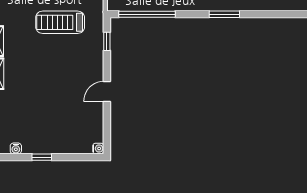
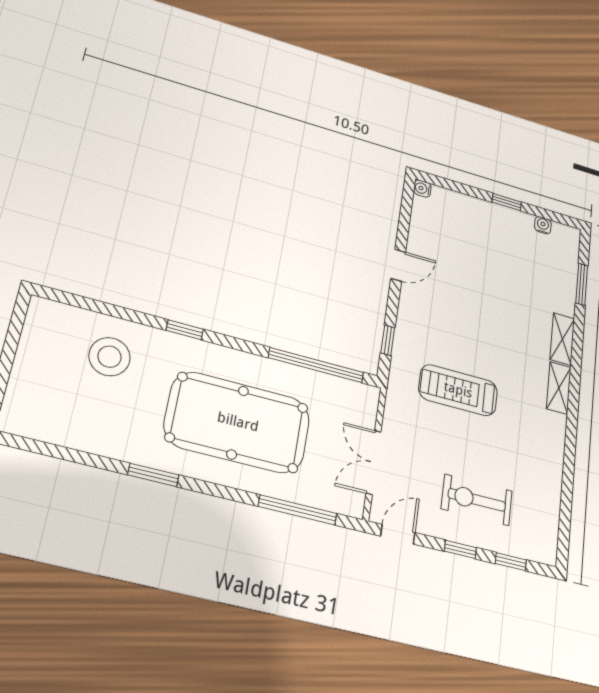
window: (224, 14) -> (185, 330), width x0.67
treadmill: (60, 22) -> (458, 390), turned 180

